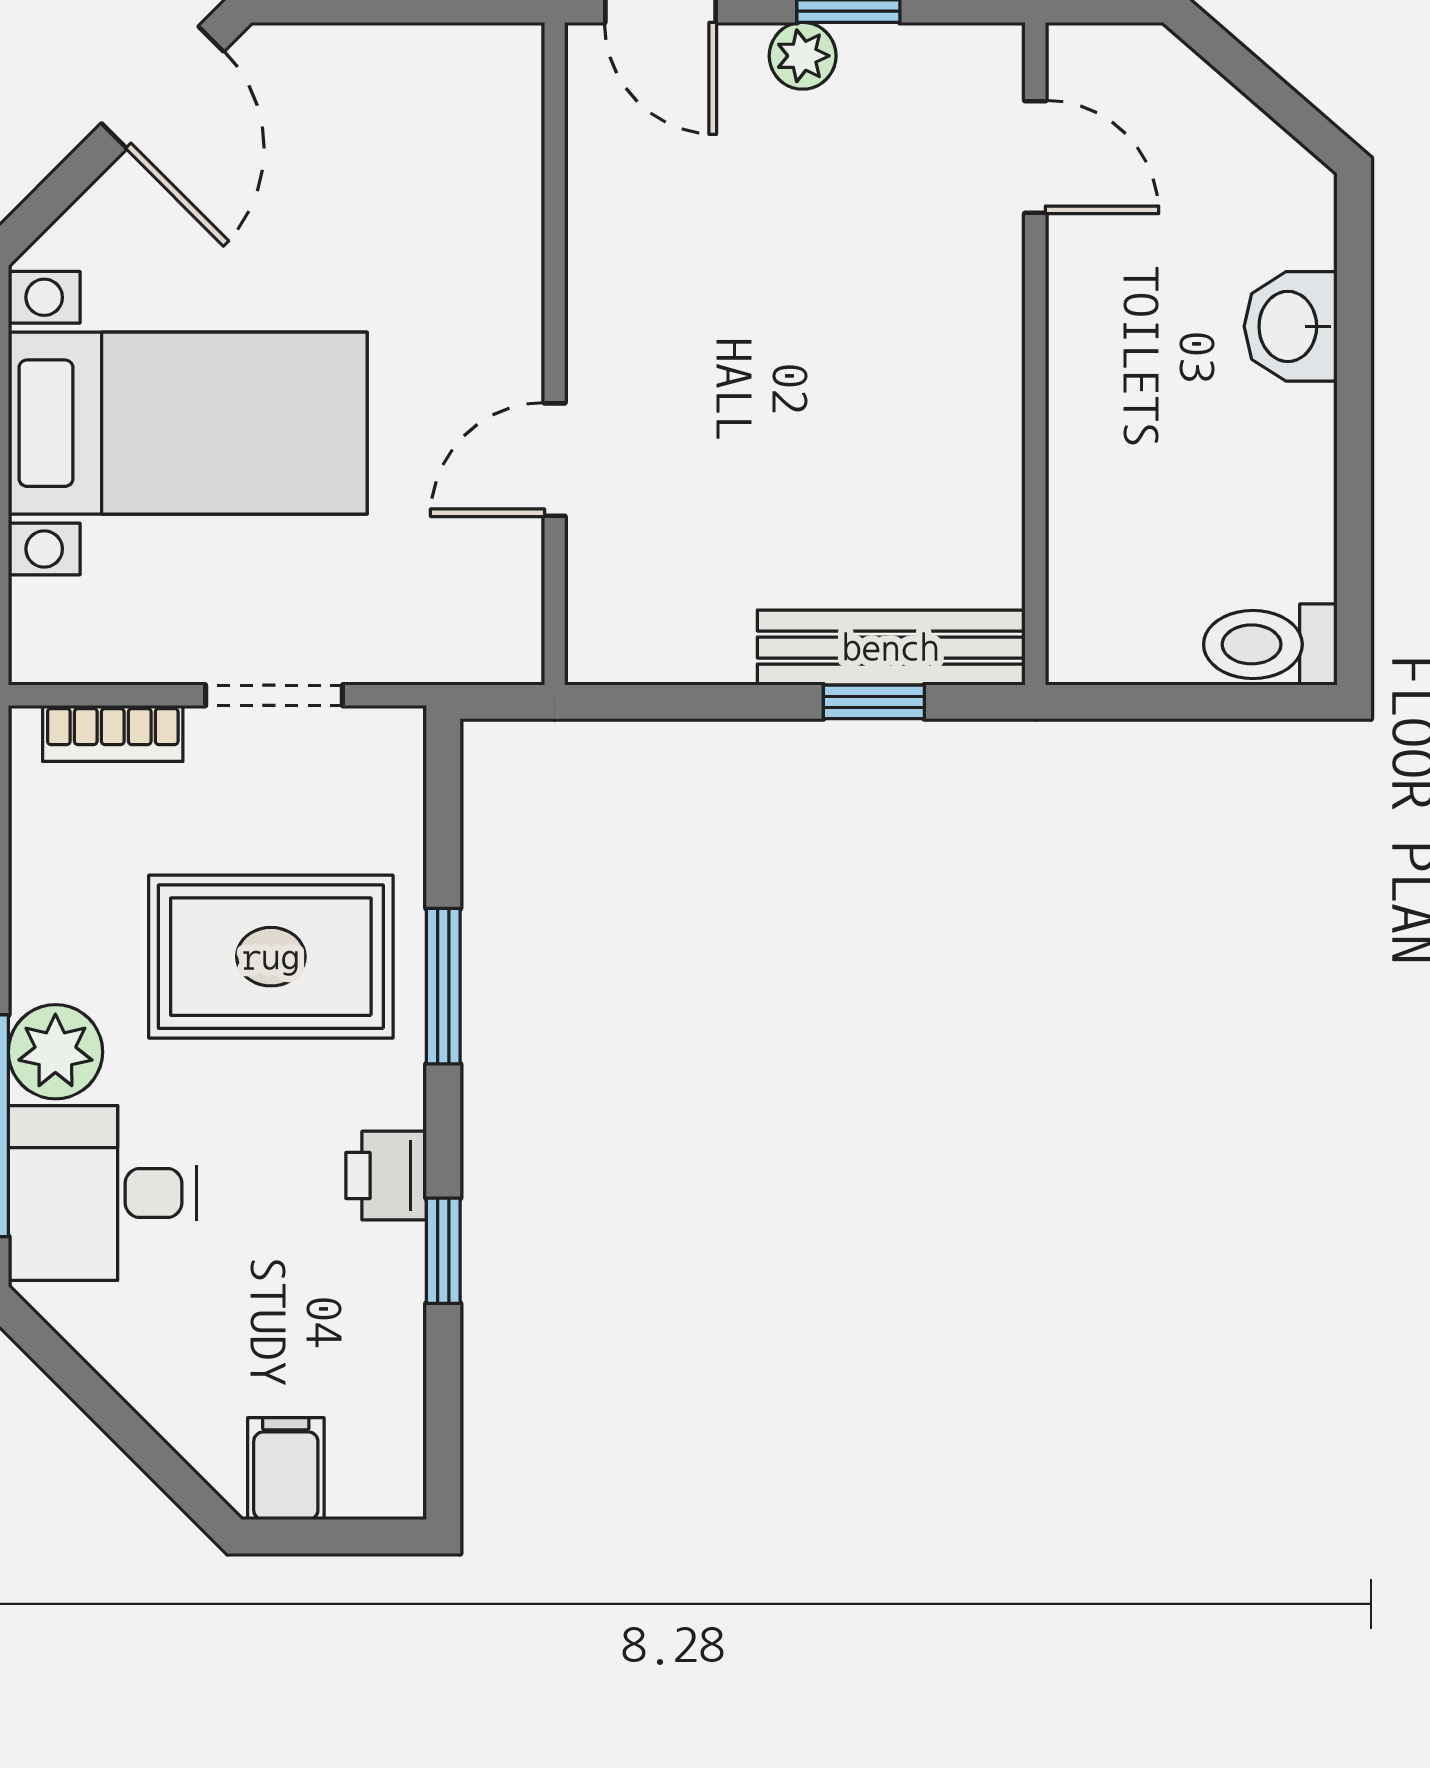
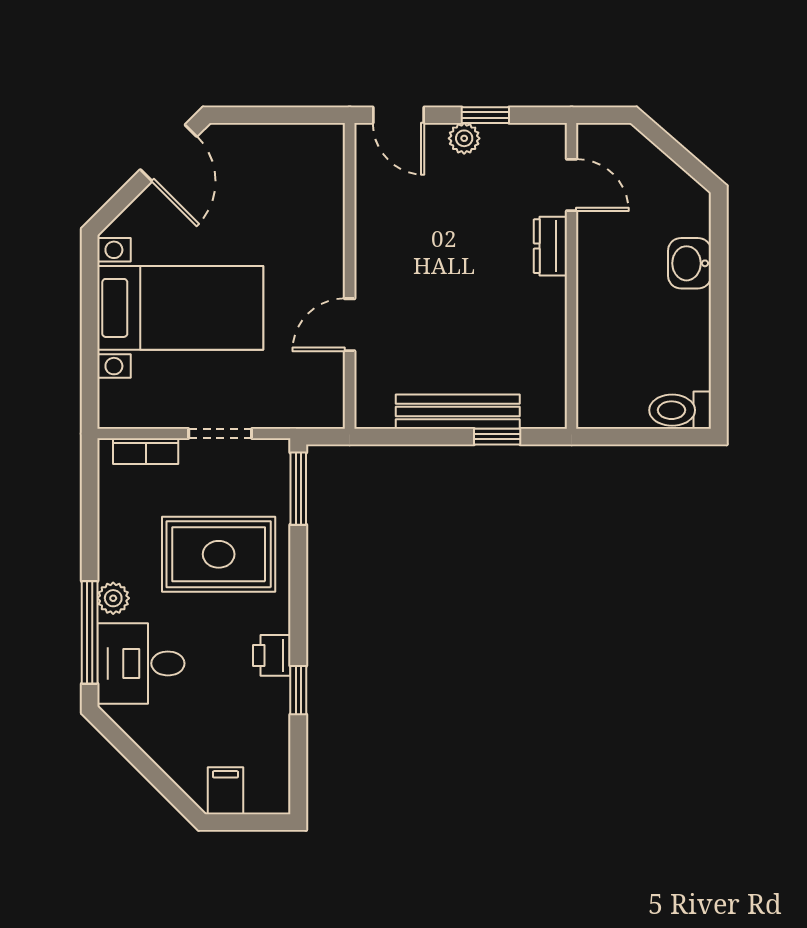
dresser: (989, 289) -> (550, 246), added
bench: (891, 648) -> (458, 412), moved
window: (443, 986) -> (298, 489), moved
plant: (55, 1052) -> (113, 598), width x0.73, depth x0.73

